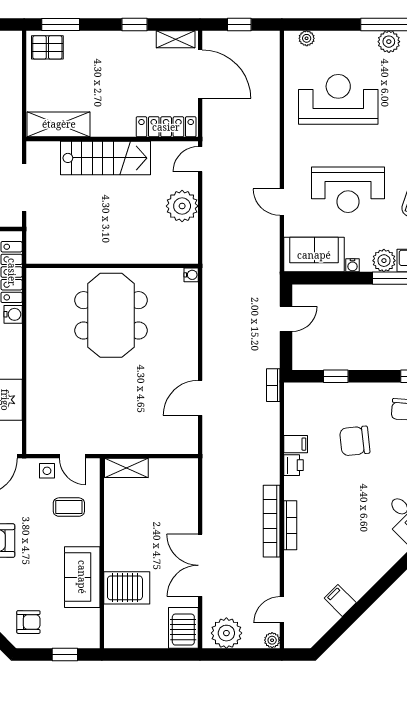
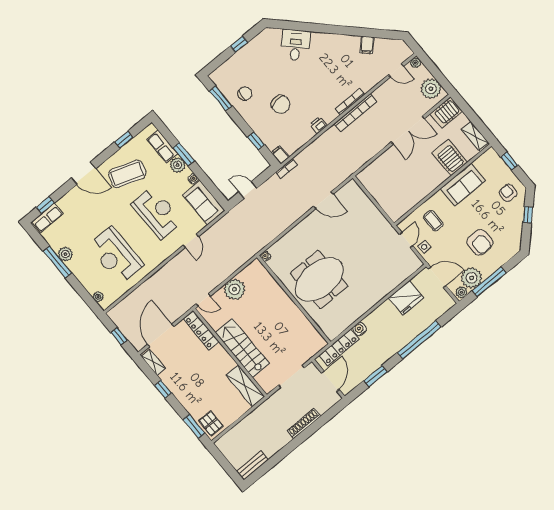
filing cabinet: (296, 444) -> (280, 155), moved
shelving: (126, 468) -> (475, 136), moved

